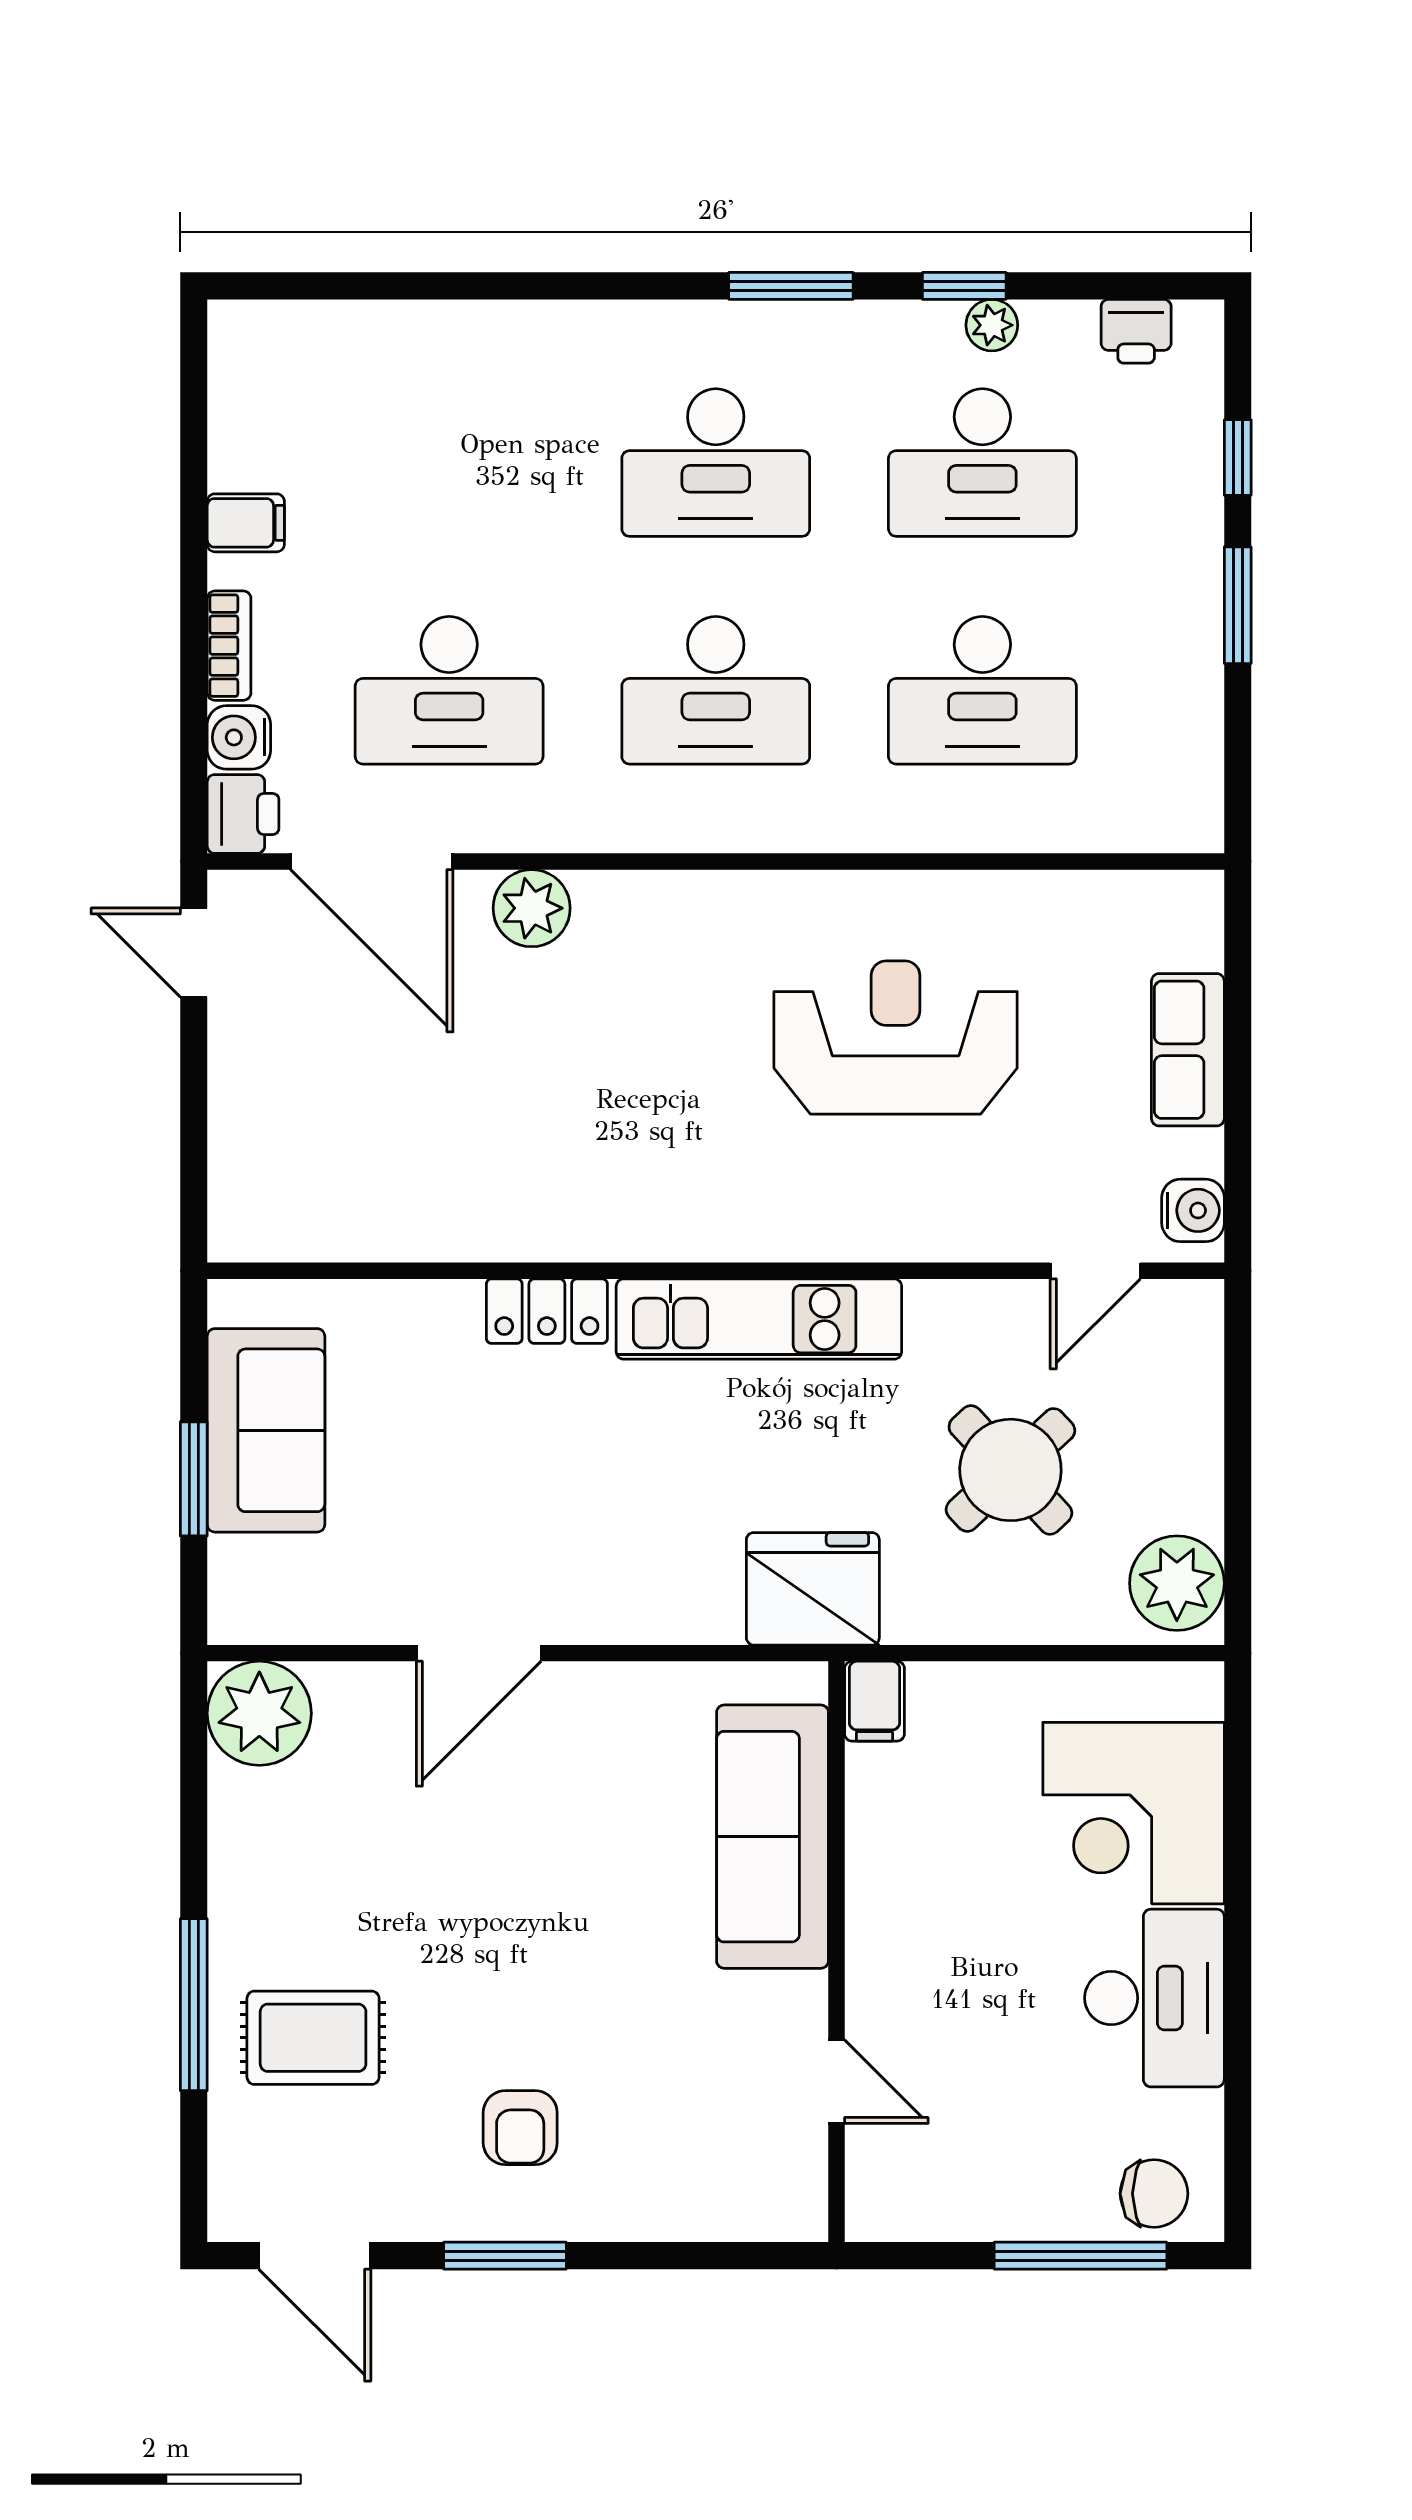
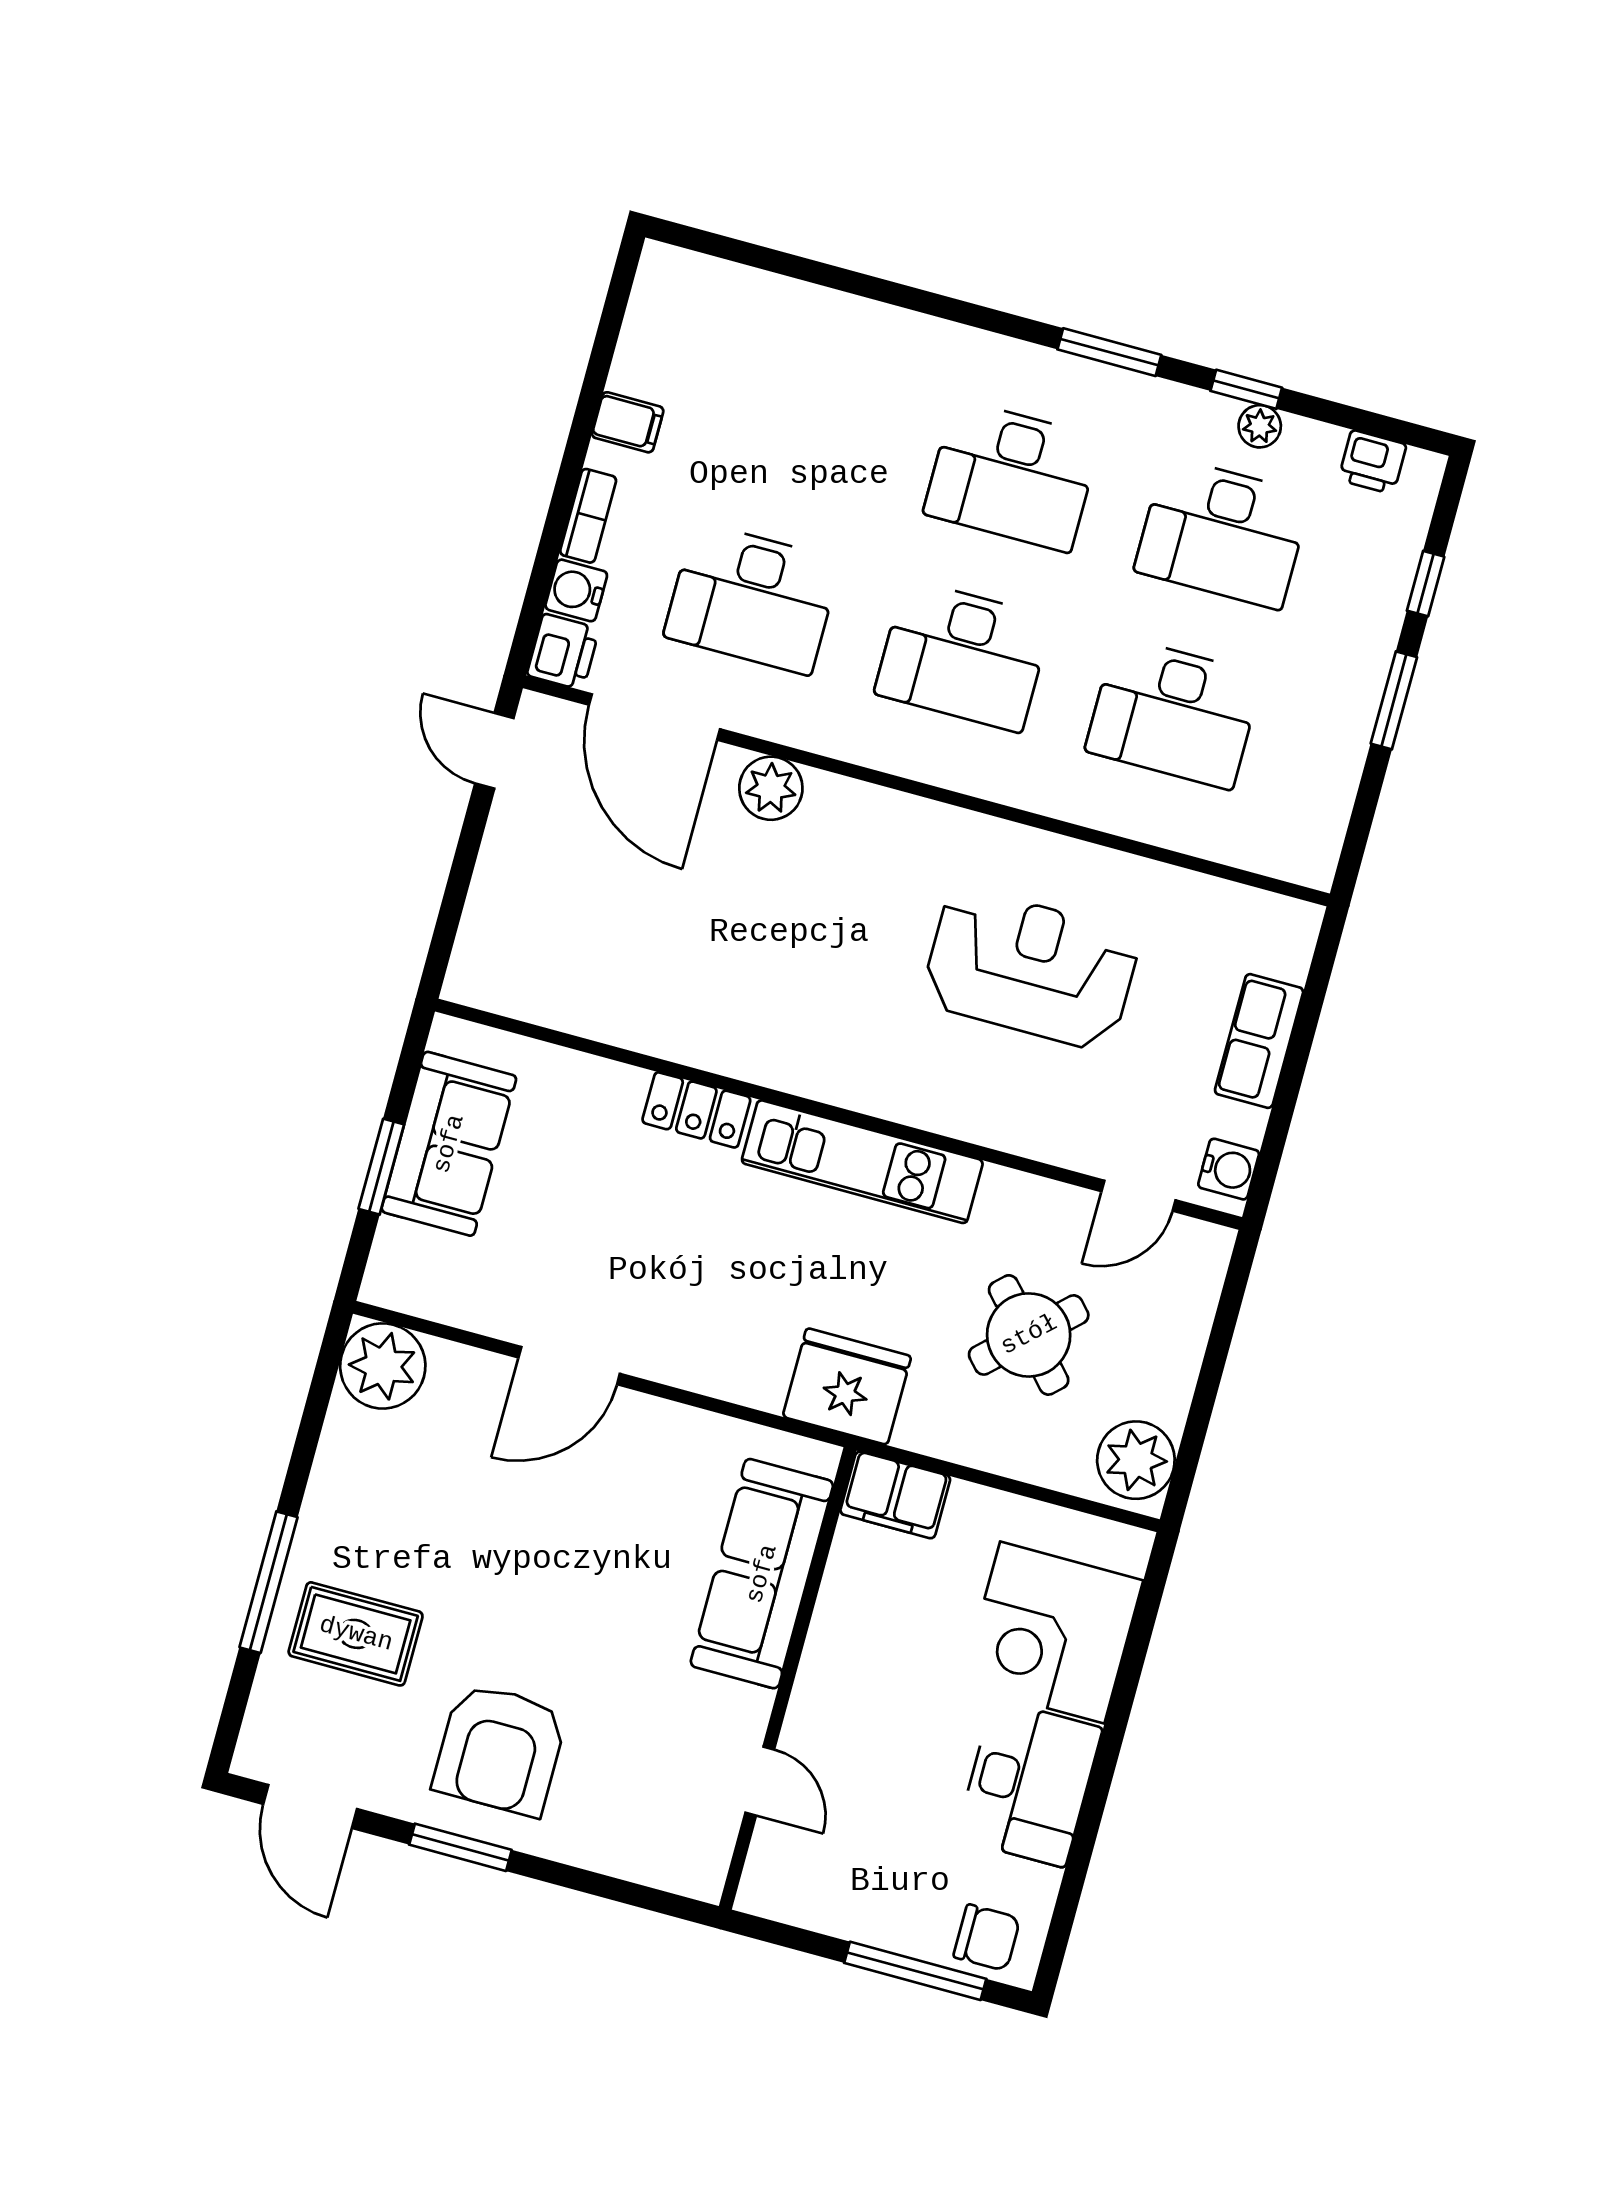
filing cabinet: (875, 1701) -> (895, 1495), width x2.00
armchair: (520, 2128) -> (500, 1749), width x1.88, depth x1.88

